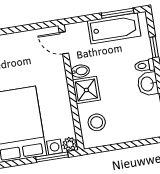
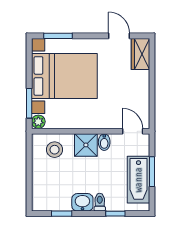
window: (118, 13) -> (152, 172), moved
door: (64, 43) -> (133, 131), hinge flipped

